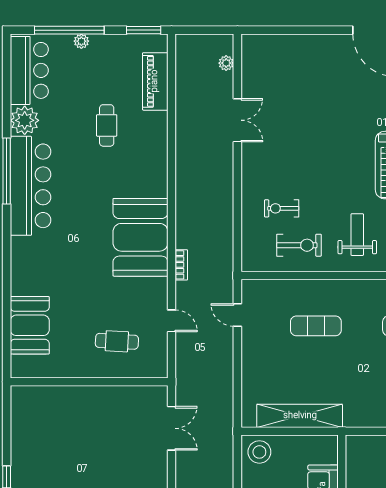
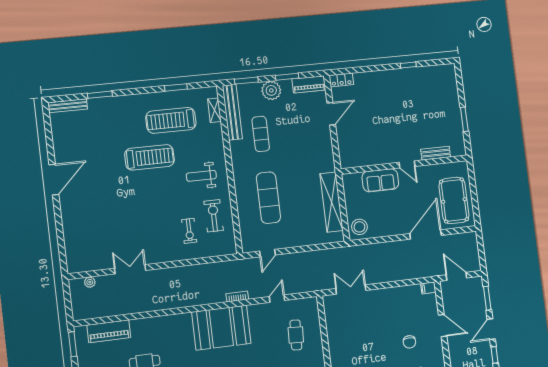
exercise mat: (316, 326) -> (268, 198), width x1.36, depth x1.45

